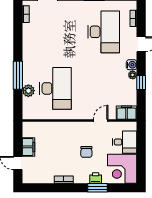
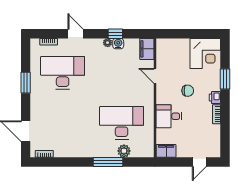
water cooler: (132, 65) -> (118, 44), moved
desk: (125, 142) -> (169, 116), moved, turned -90
filing cabinet: (29, 147) -> (166, 151), moved
printer: (96, 178) -> (215, 98), moved

